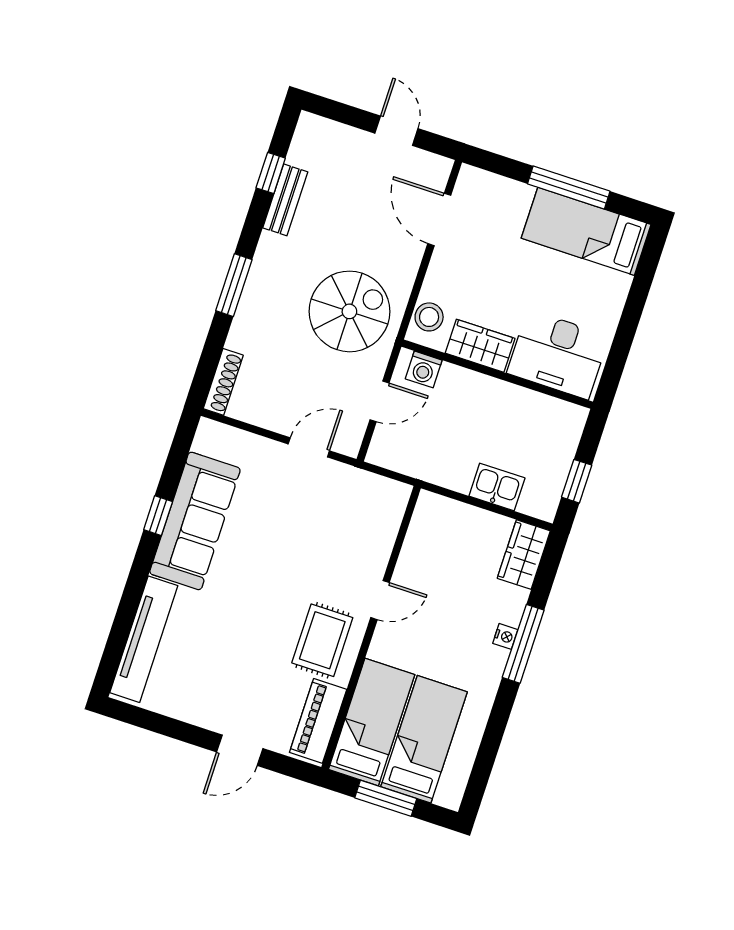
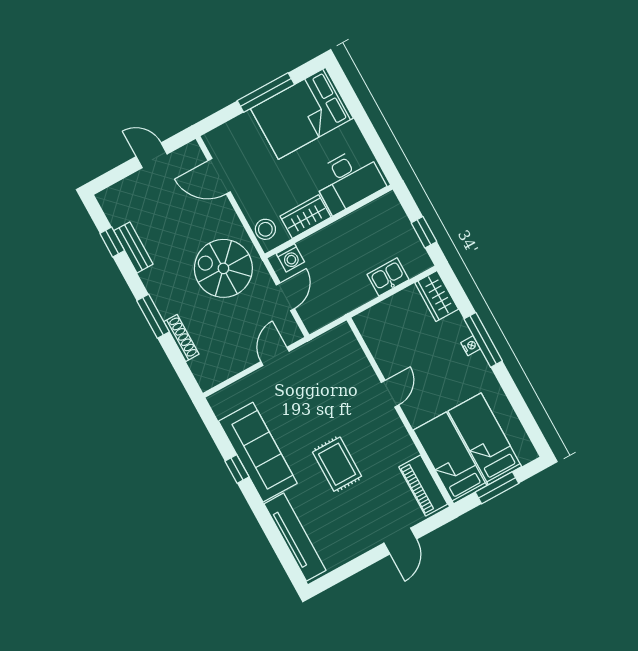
bed: (586, 231) -> (302, 113), width x1.50
spiral stairs: (349, 311) -> (223, 268), turned -90
shoe rack: (223, 382) -> (181, 338), moved
rug: (322, 640) -> (337, 464), moved

